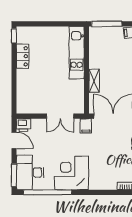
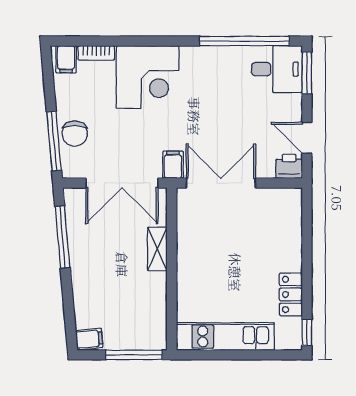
kitchen unit: (77, 53) -> (225, 336), moved, turned -90
double door: (60, 116) -> (221, 183), width x1.37
desk: (30, 172) -> (277, 69), width x0.73
corner desk: (71, 173) -> (148, 77), moved

